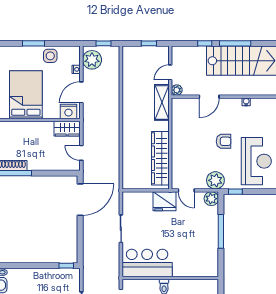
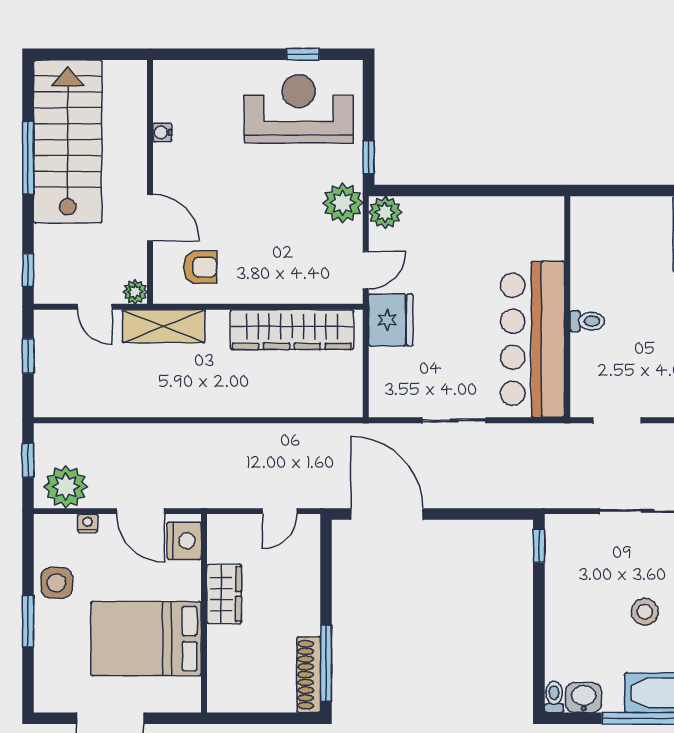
window: (205, 43) -> (28, 270), moved
wardrobe: (67, 129) -> (224, 594), moved
armchair: (224, 141) -> (200, 267), moved, turned 90
window: (221, 231) -> (460, 190), removed
bar counter: (147, 263) -> (533, 339), width x1.36

